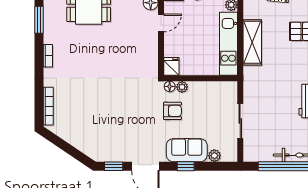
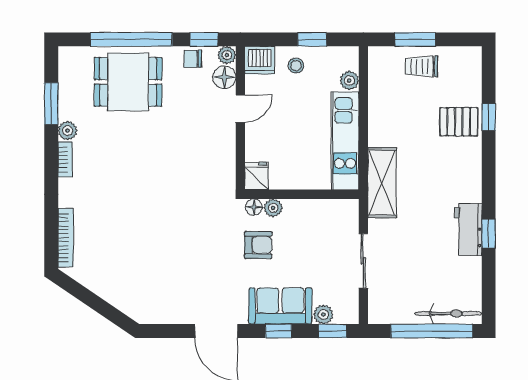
plant: (50, 37) -> (68, 131), added
shelving: (252, 42) -> (382, 183), moved
window: (114, 166) -> (332, 331), moved

